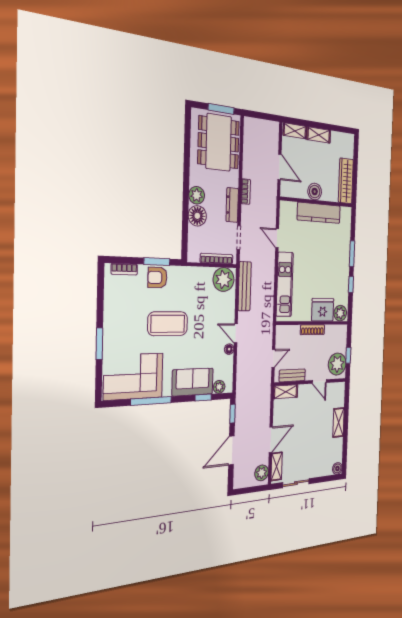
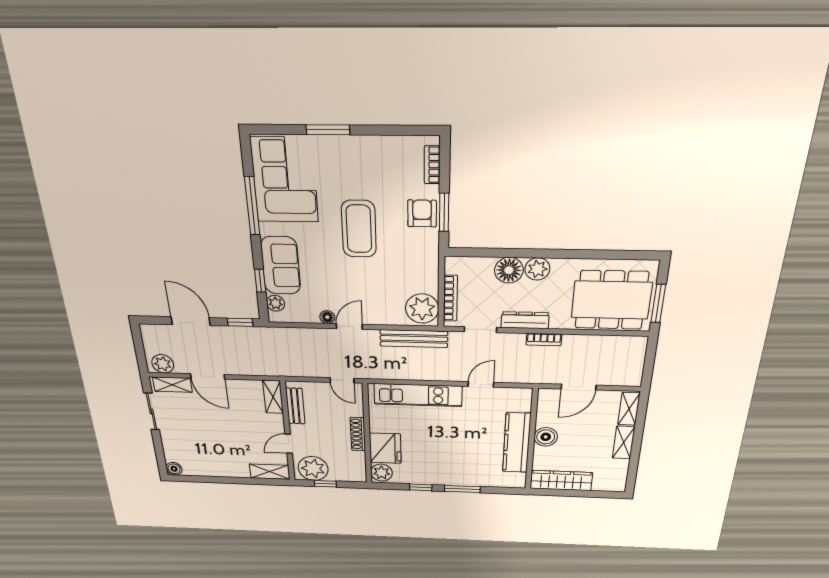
door: (273, 358) -> (342, 380), moved
shelving: (339, 422) -> (270, 472), moved

